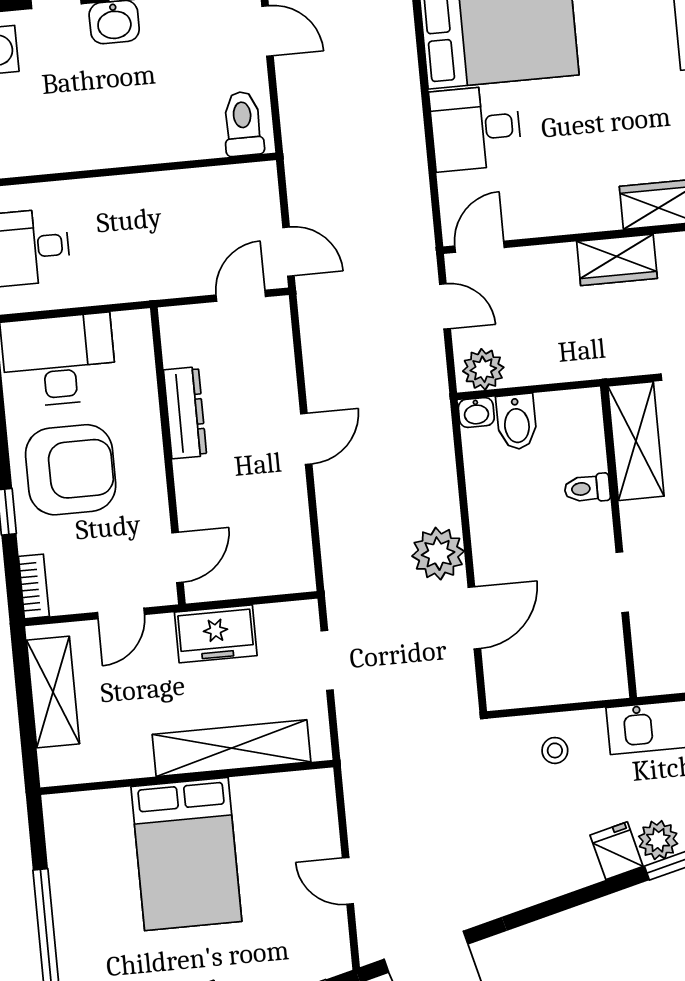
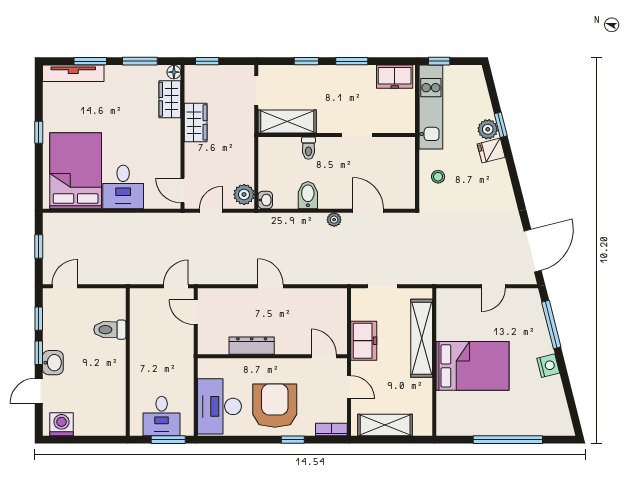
toilet: (243, 124) -> (110, 330), moved
bidet: (517, 422) -> (308, 195), moved, turned -90
plant: (438, 554) -> (334, 220), width x0.53, depth x0.53

